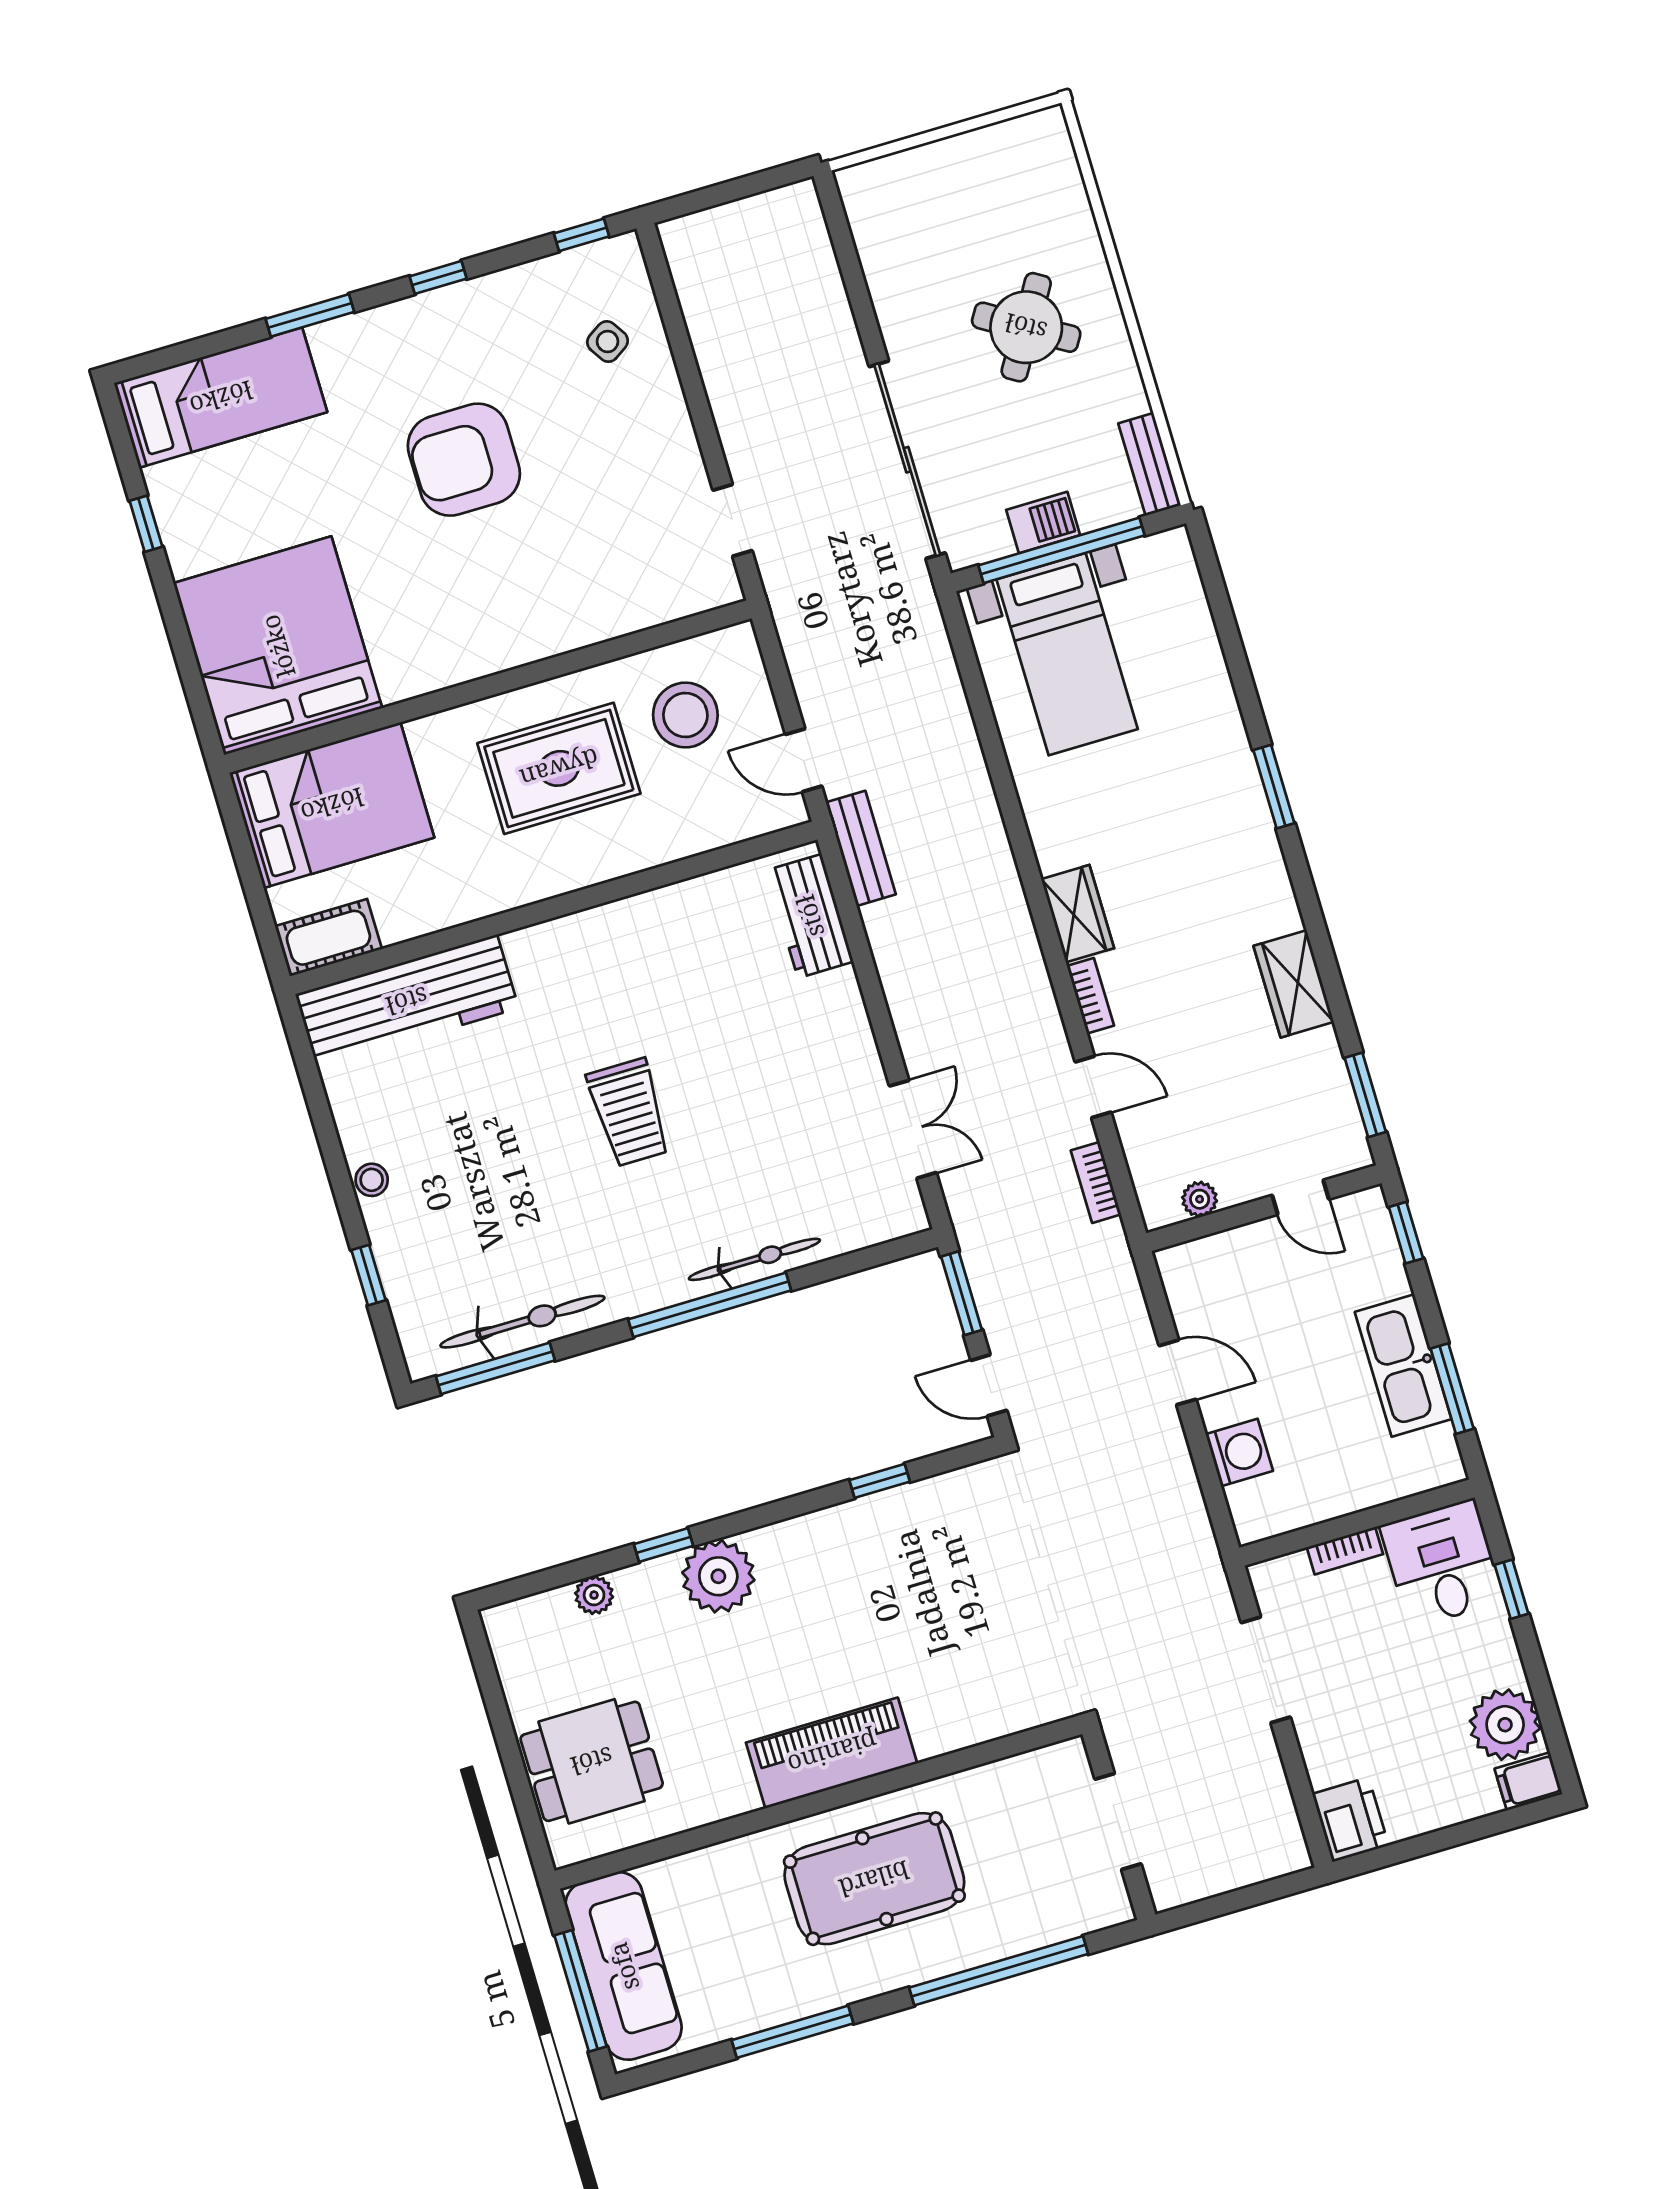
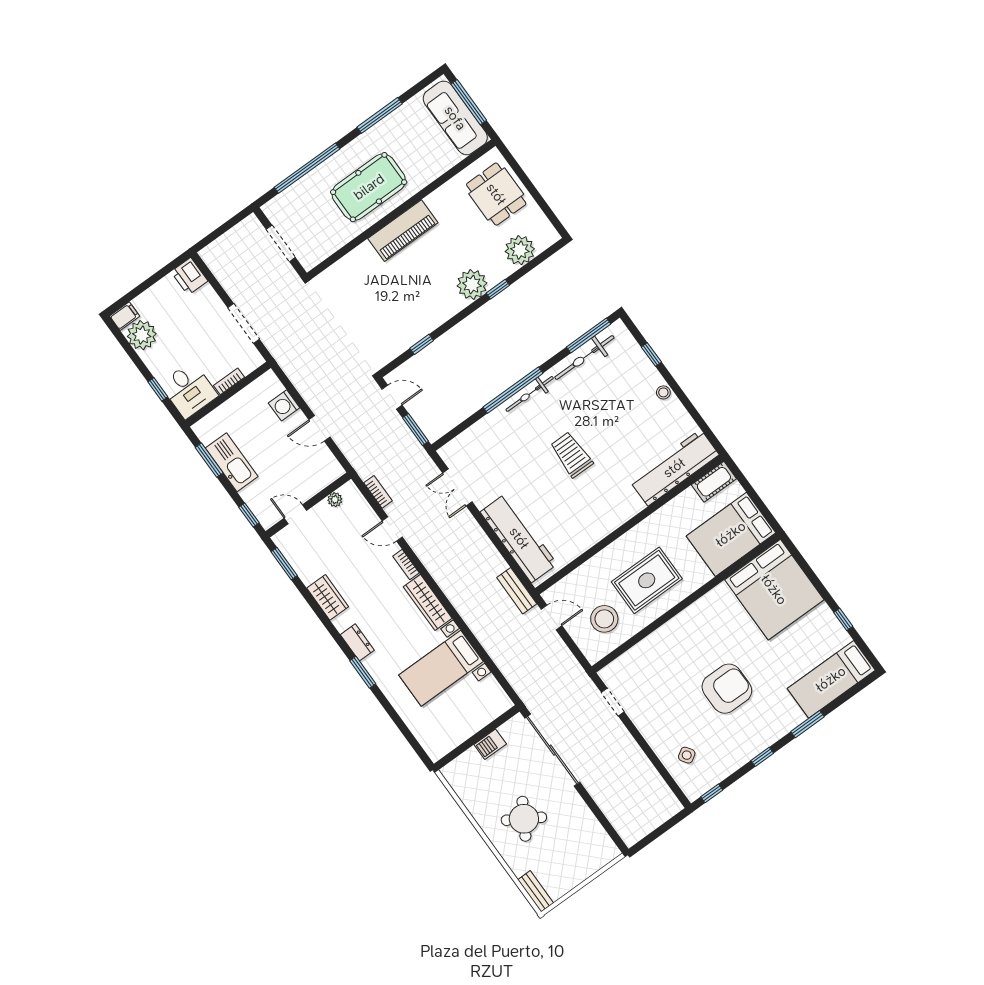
bench: (1150, 464) -> (536, 891), moved
window: (1062, 550) -> (479, 736), removed
bed with nightstands: (1067, 654) -> (441, 668), moved, turned -90
dresser: (1262, 858) -> (357, 642), added
wardrobe: (1078, 914) -> (428, 602), width x1.50
workbench: (810, 916) -> (519, 538), width x1.88, depth x1.32
bicycle: (754, 1259) -> (530, 394), moved
plant: (594, 1595) -> (520, 250), width x1.87, depth x1.87
dining table: (592, 1761) -> (496, 194), turned 90

